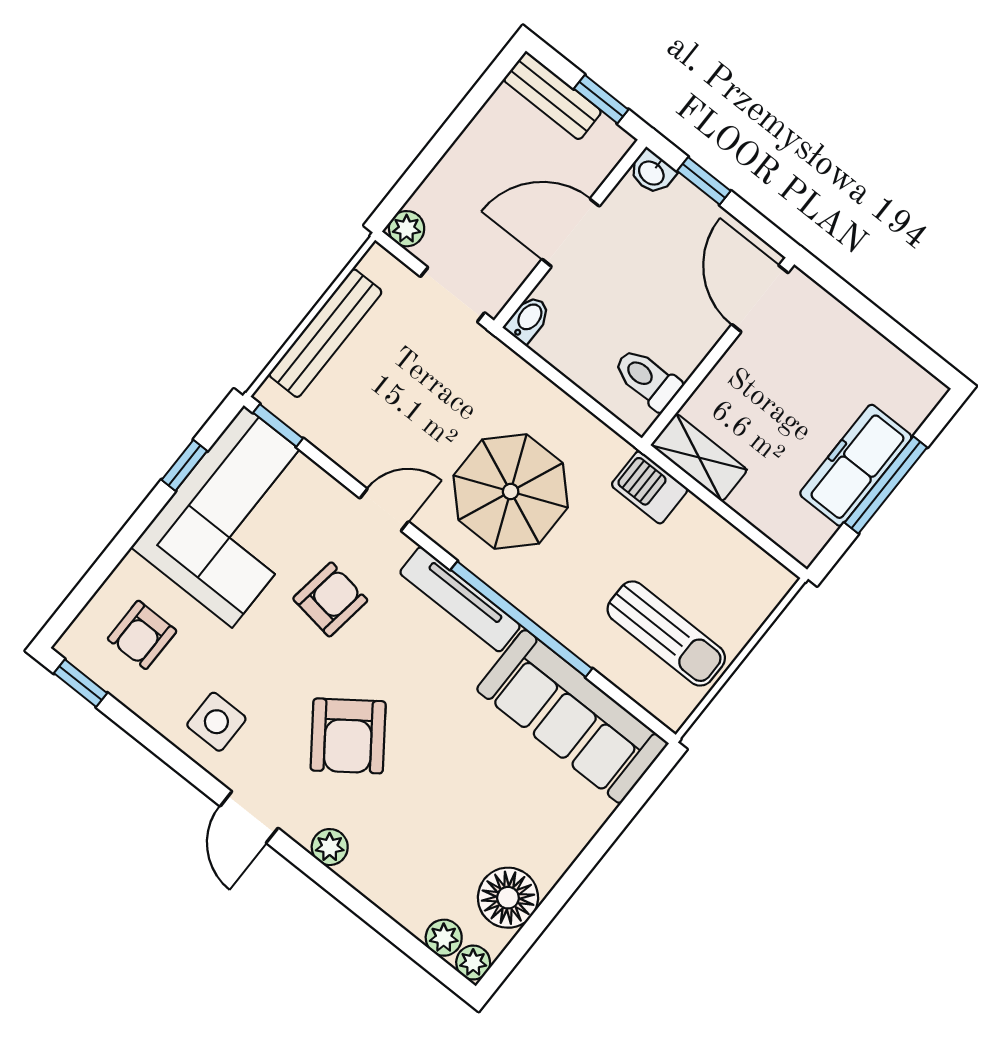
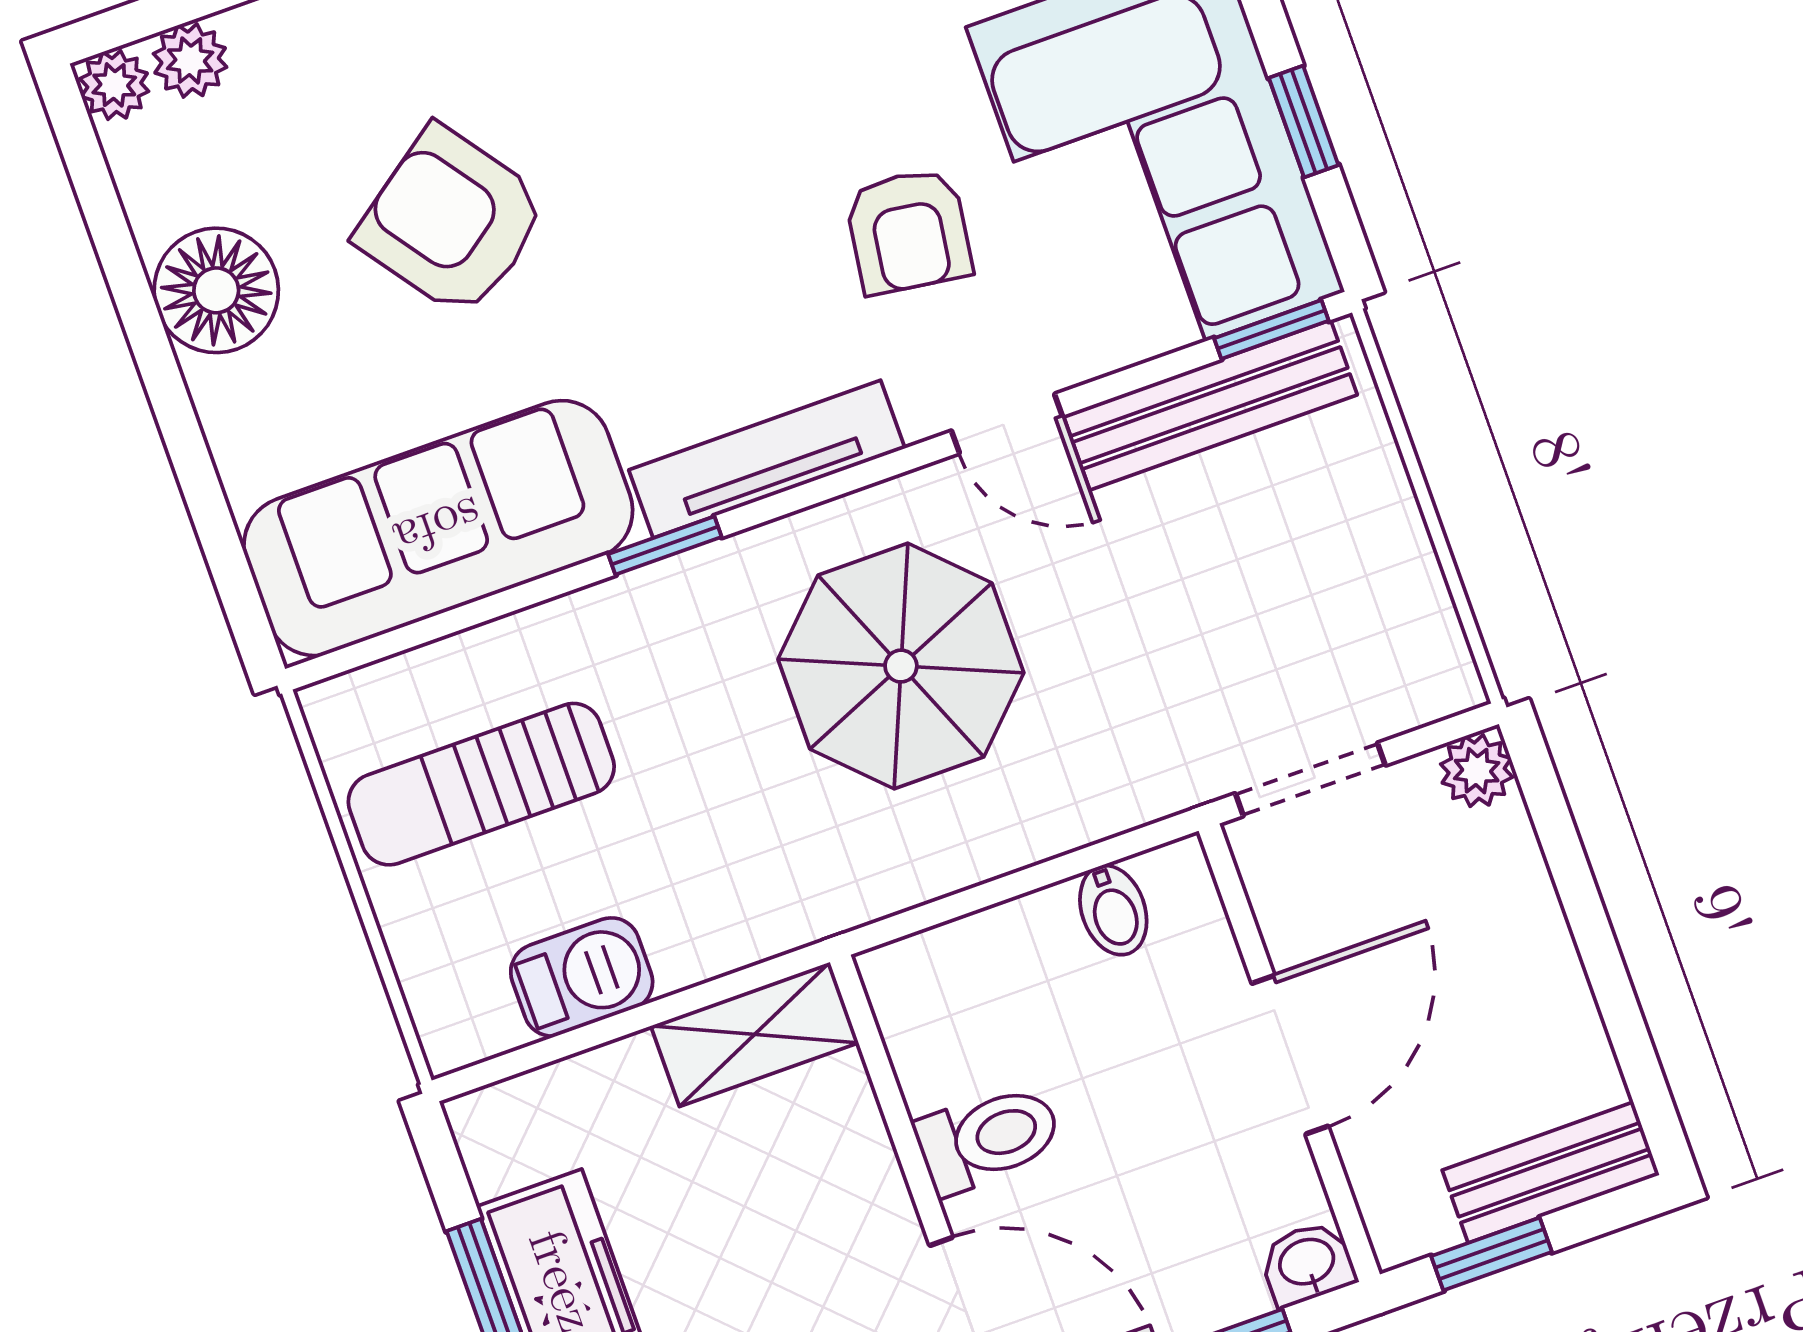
bidet: (528, 319) -> (1113, 910), moved
bench: (325, 333) -> (1210, 405), moved, turned 90
toilet: (647, 379) -> (988, 1138), moved
barbecue: (650, 487) -> (582, 977), moved
door: (384, 510) -> (1007, 424), hinge flipped
window: (521, 619) -> (665, 545), width x0.32
armchair: (348, 736) -> (452, 221), moved
floor lamp: (508, 898) -> (216, 290), moved

